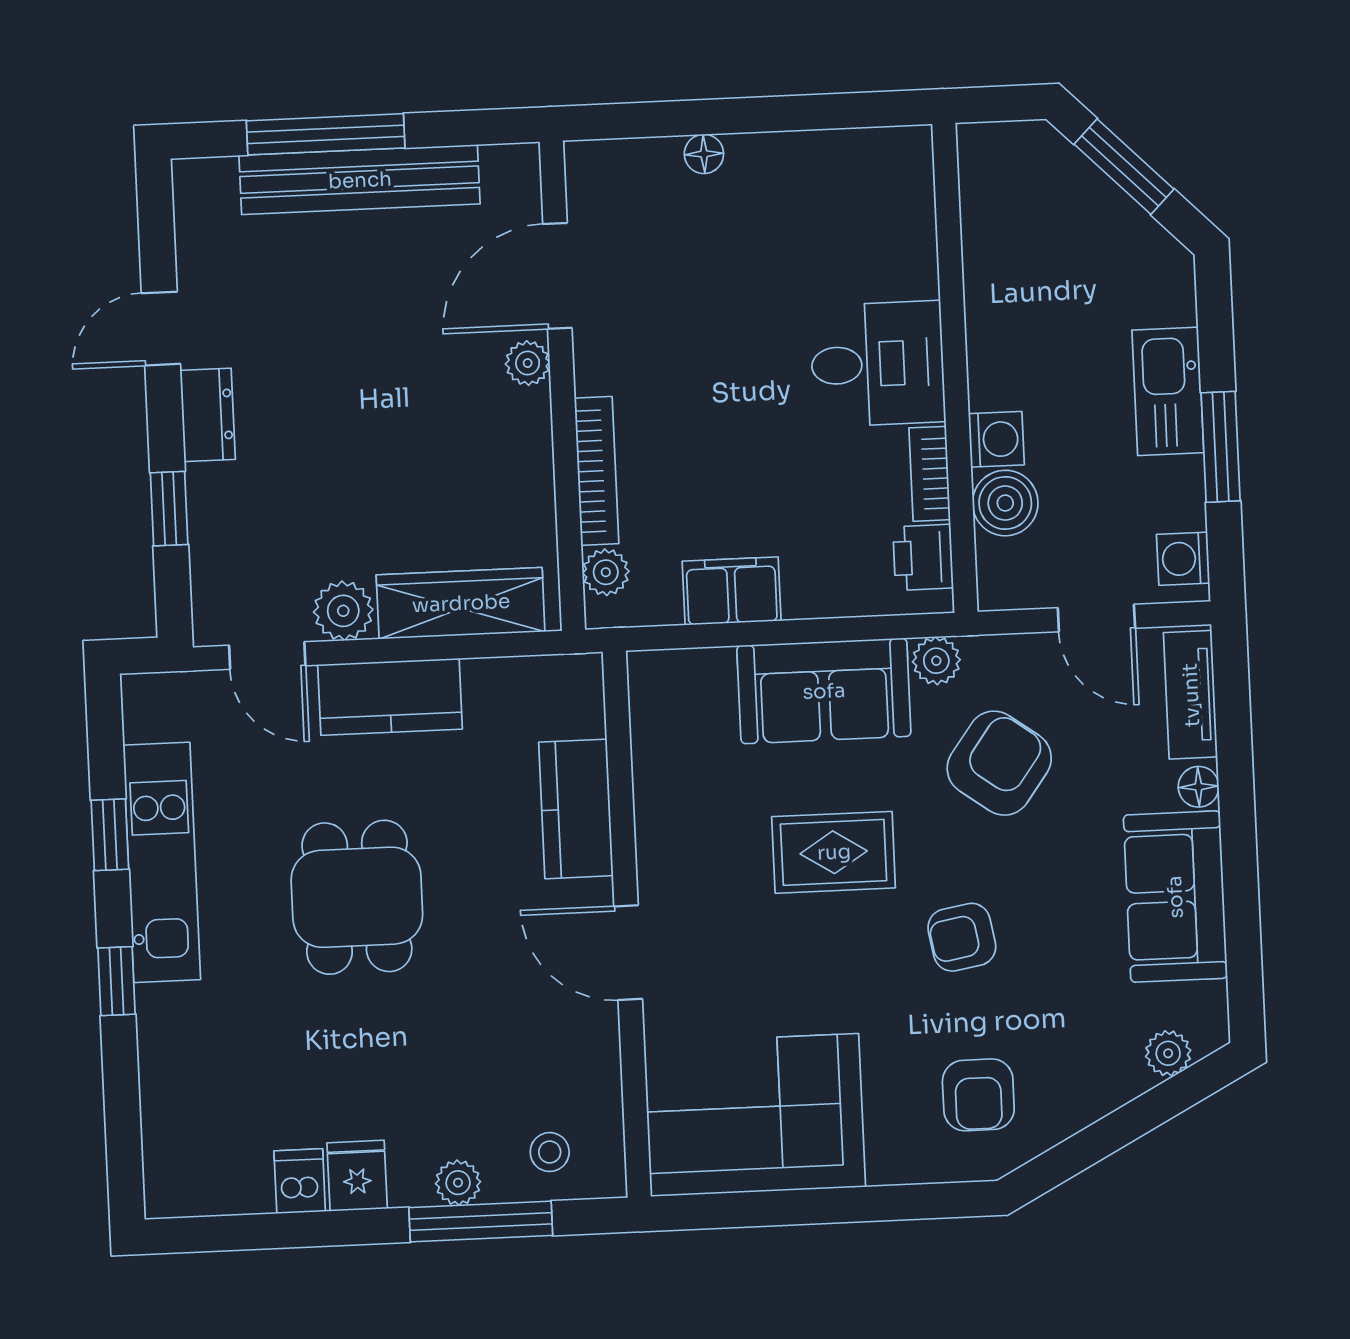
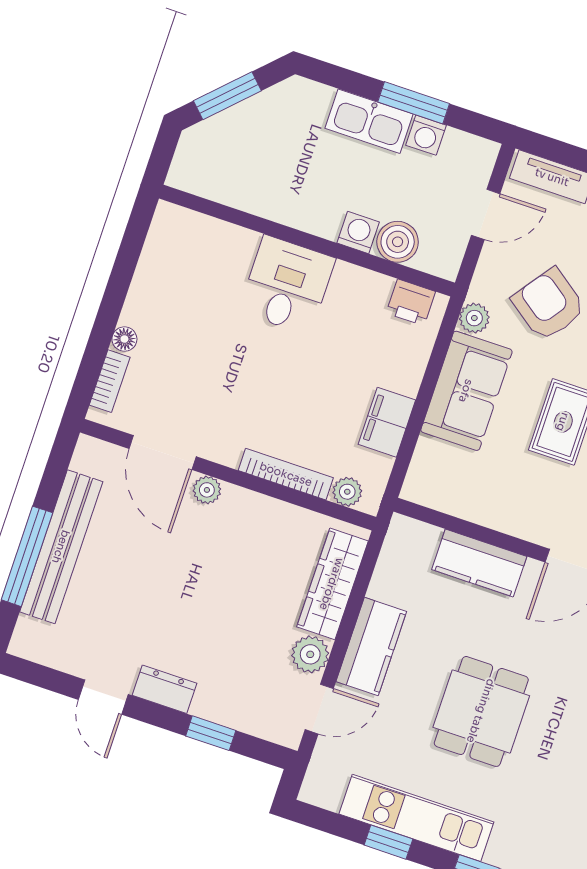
bookcase: (930, 474) -> (110, 381), moved, turned -90
washing machine: (1183, 559) -> (426, 135), moved
dining table: (357, 897) -> (481, 711), turned 90

